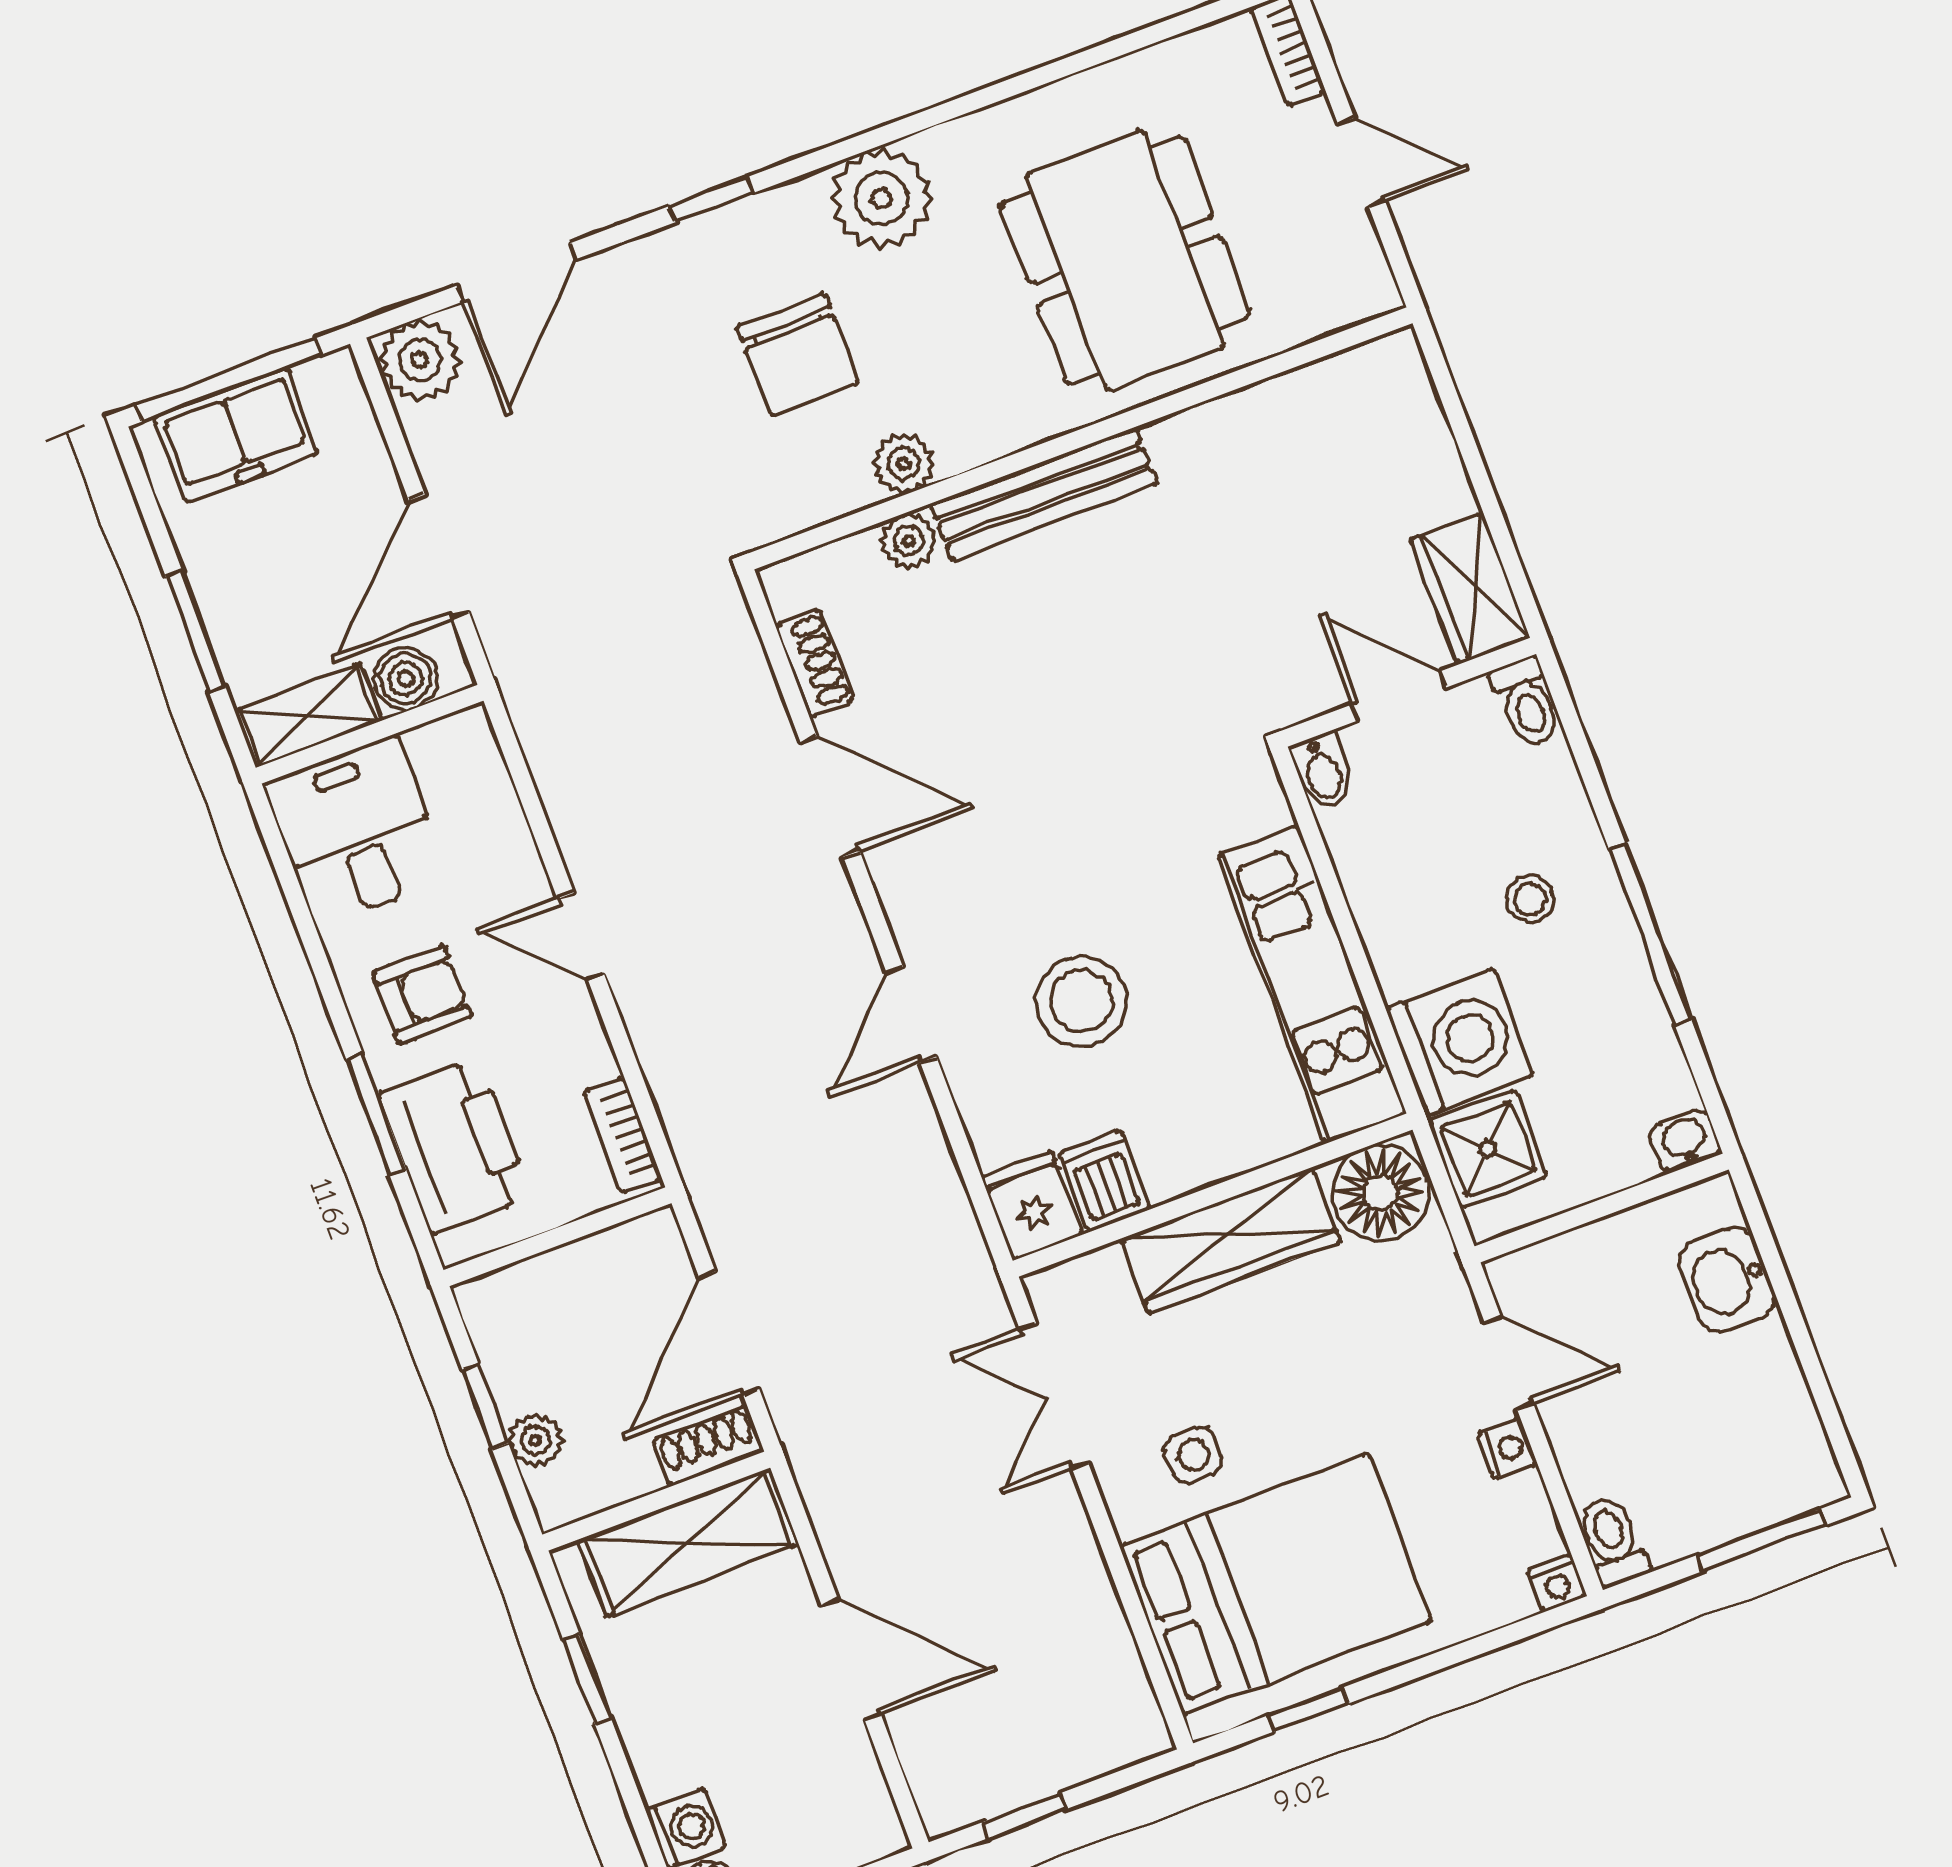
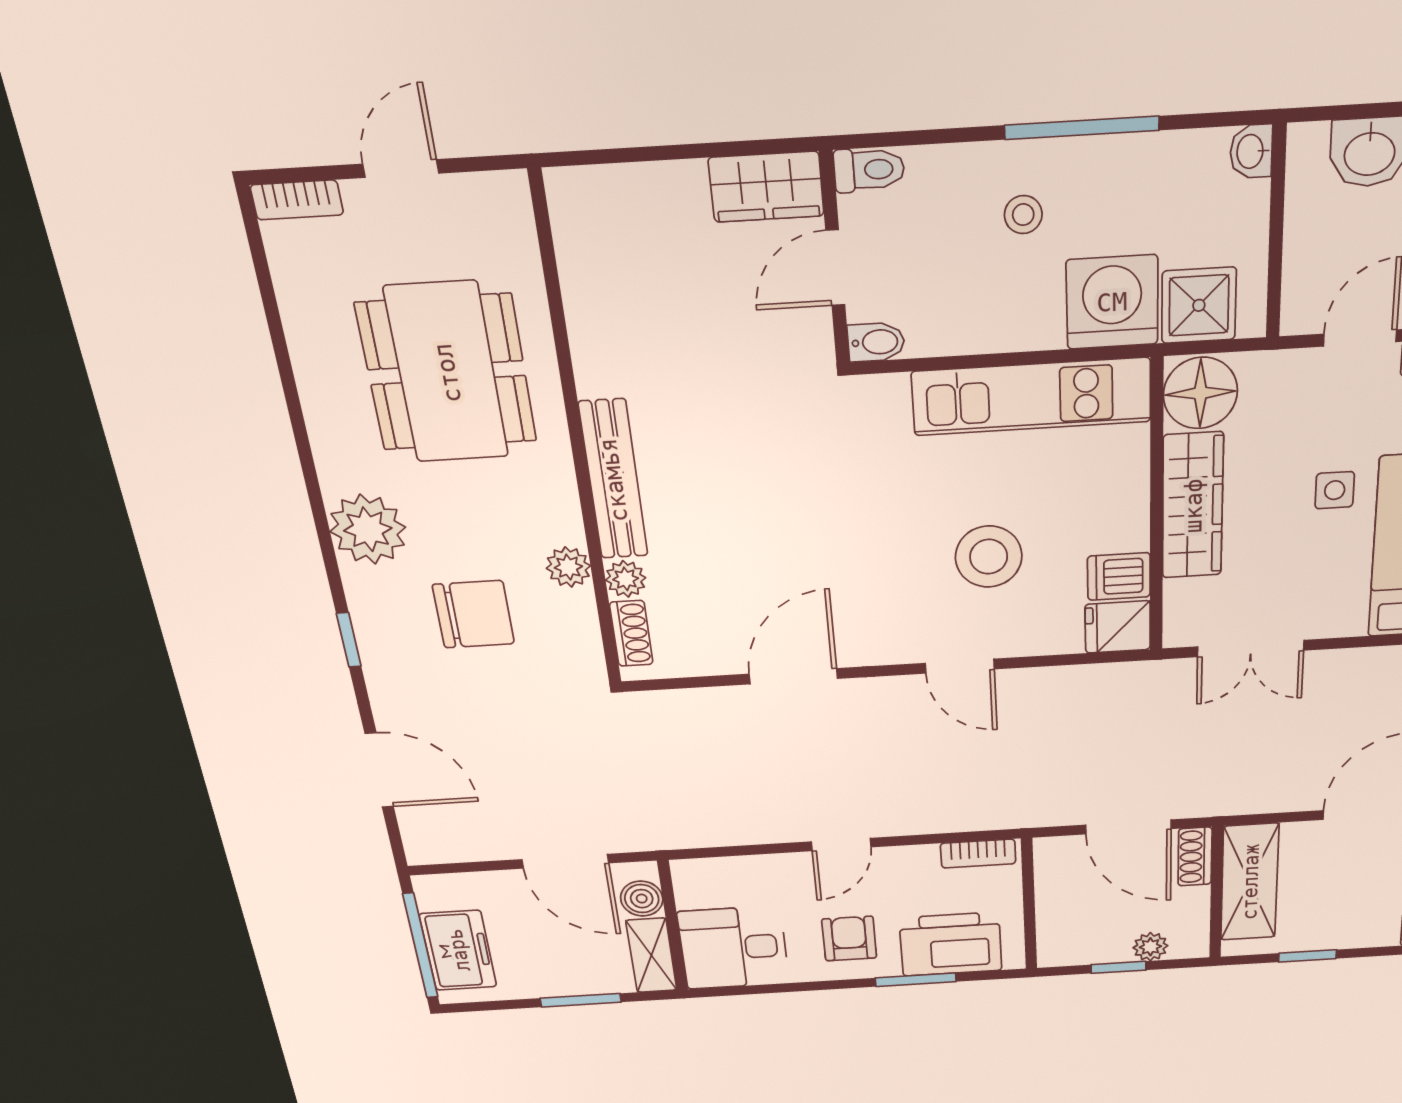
dining table: (1125, 260) -> (447, 373), turned 90
plant: (420, 360) -> (429, 840), removed
shoe rack: (815, 663) -> (631, 633), moved, turned 90
side table: (1193, 1455) -> (1335, 490), moved

